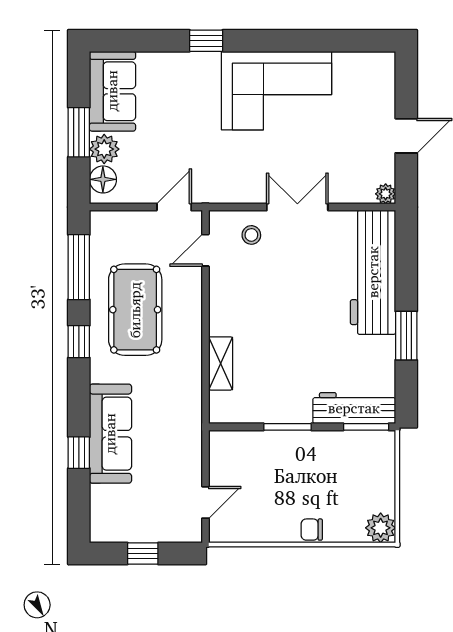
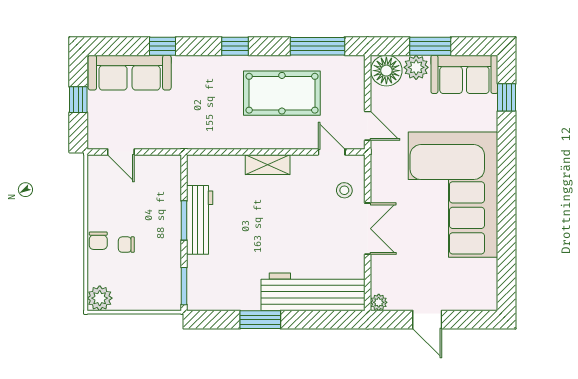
window: (206, 41) -> (507, 97), moved
corner sofa: (277, 91) -> (453, 195), width x1.36, depth x1.36
floor lamp: (103, 179) -> (386, 71), width x1.38, depth x1.38
window: (79, 342) -> (235, 46), moved
shelving: (221, 363) -> (268, 165), moved
workbench: (354, 408) -> (200, 220), moved
sofa: (110, 434) -> (130, 73), moved
chair: (316, 496) -> (126, 245), added
chair: (312, 530) -> (98, 241), turned 180

